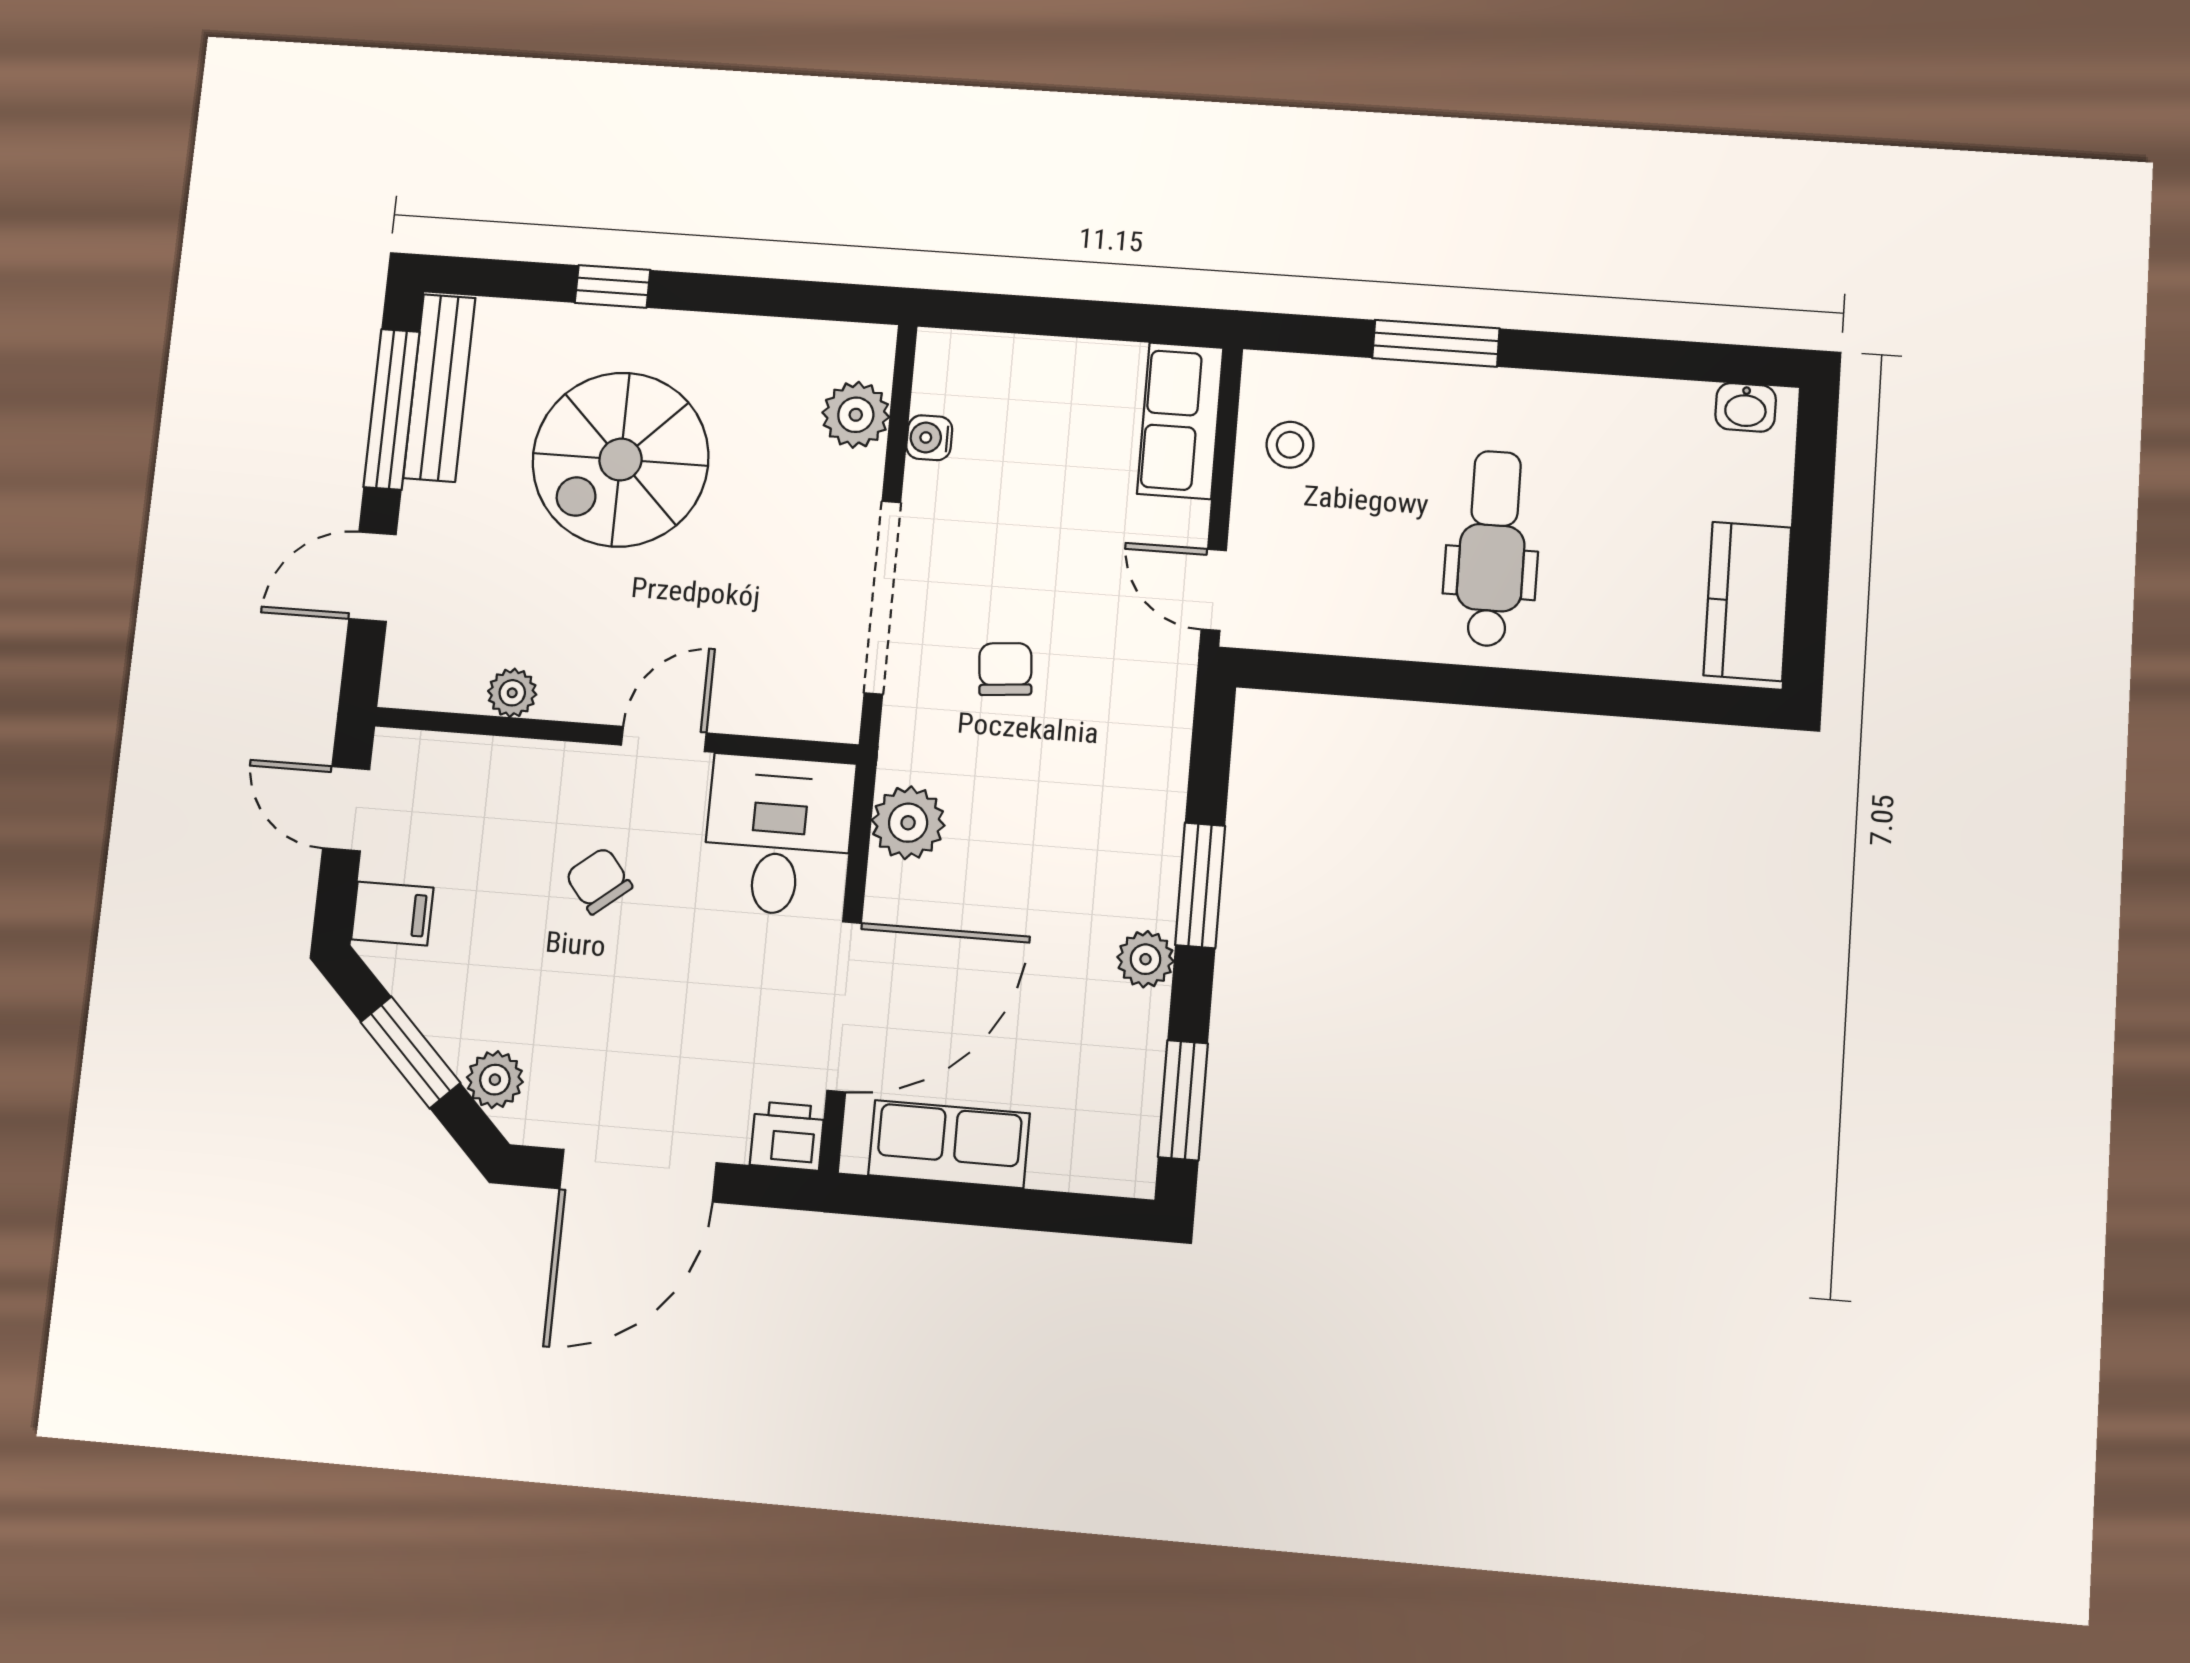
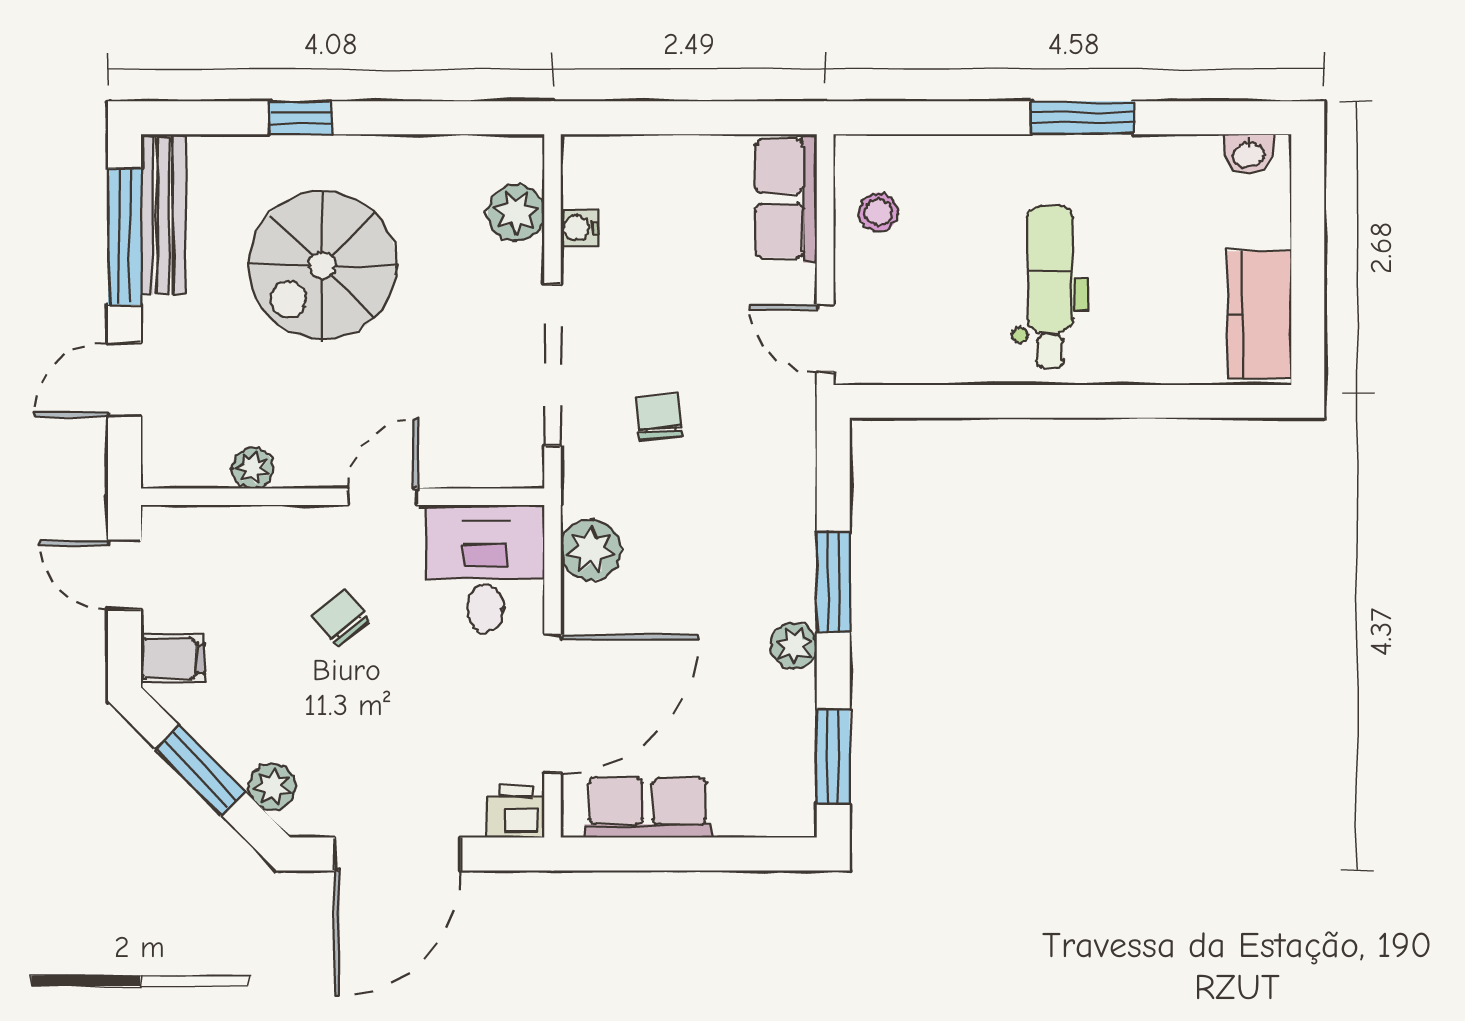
window: (1436, 343) -> (1082, 118), moved

